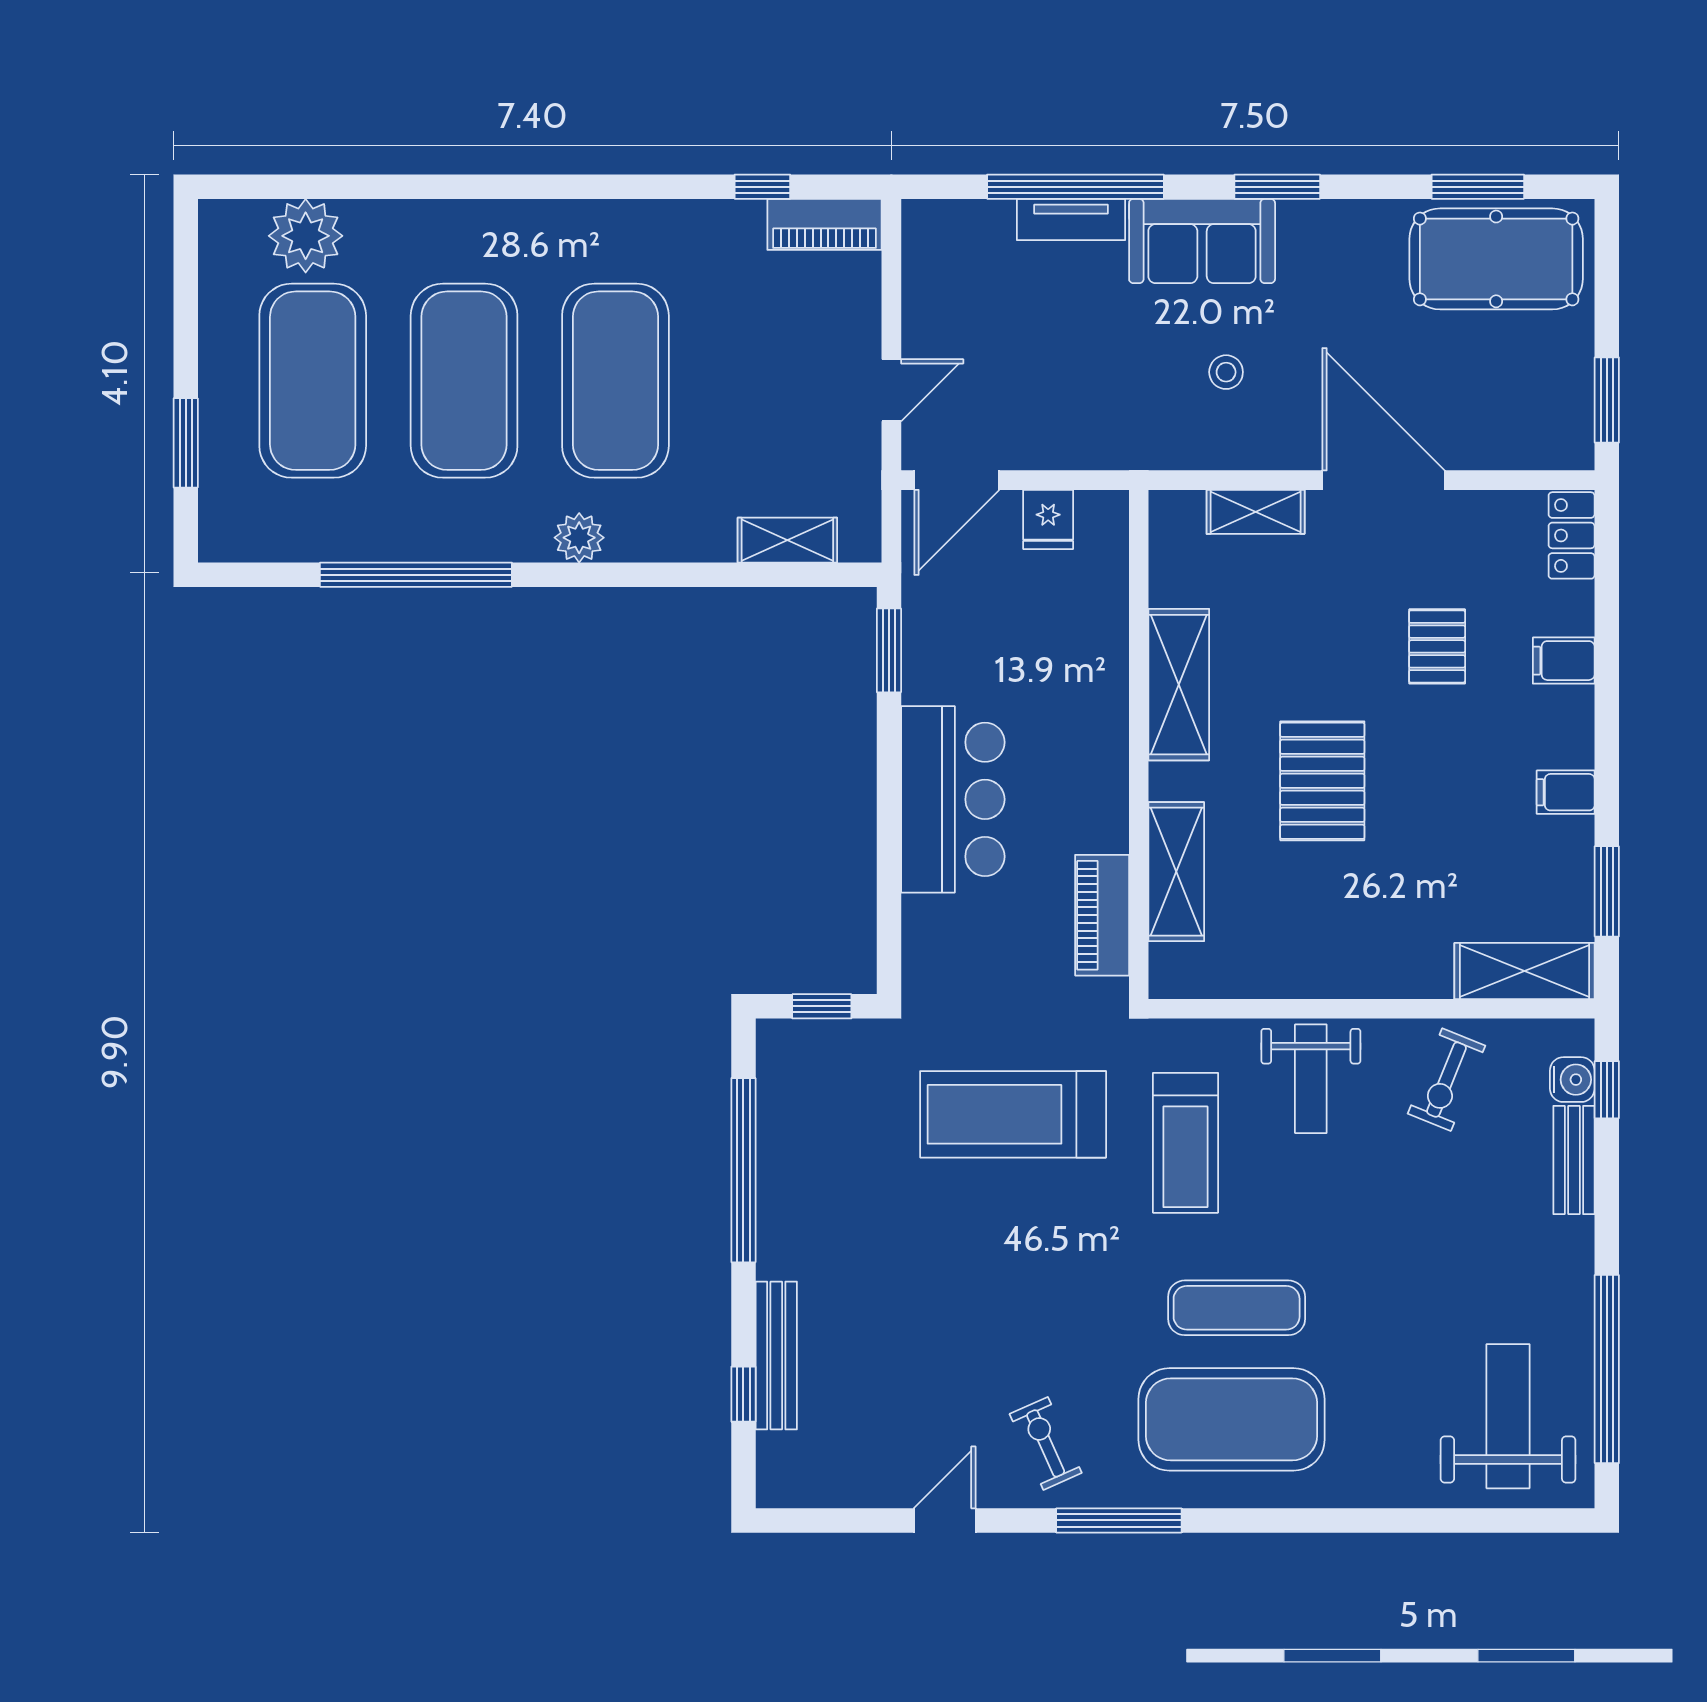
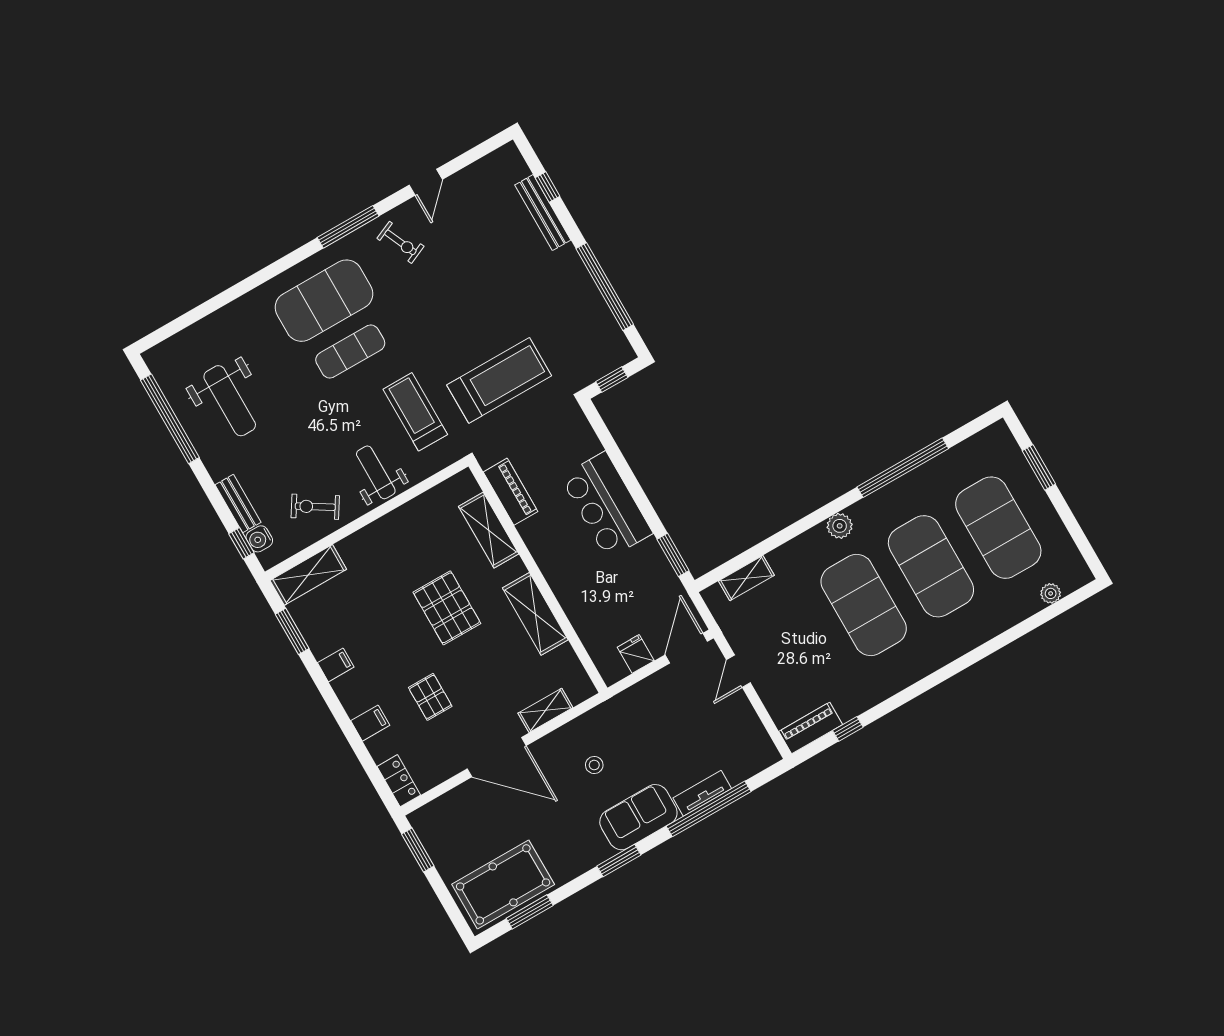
plant: (306, 236) -> (1051, 593), width x0.53, depth x0.53
exercise bike: (1447, 1080) -> (315, 507), turned -80
weight bench: (1508, 1416) -> (230, 401), moved

